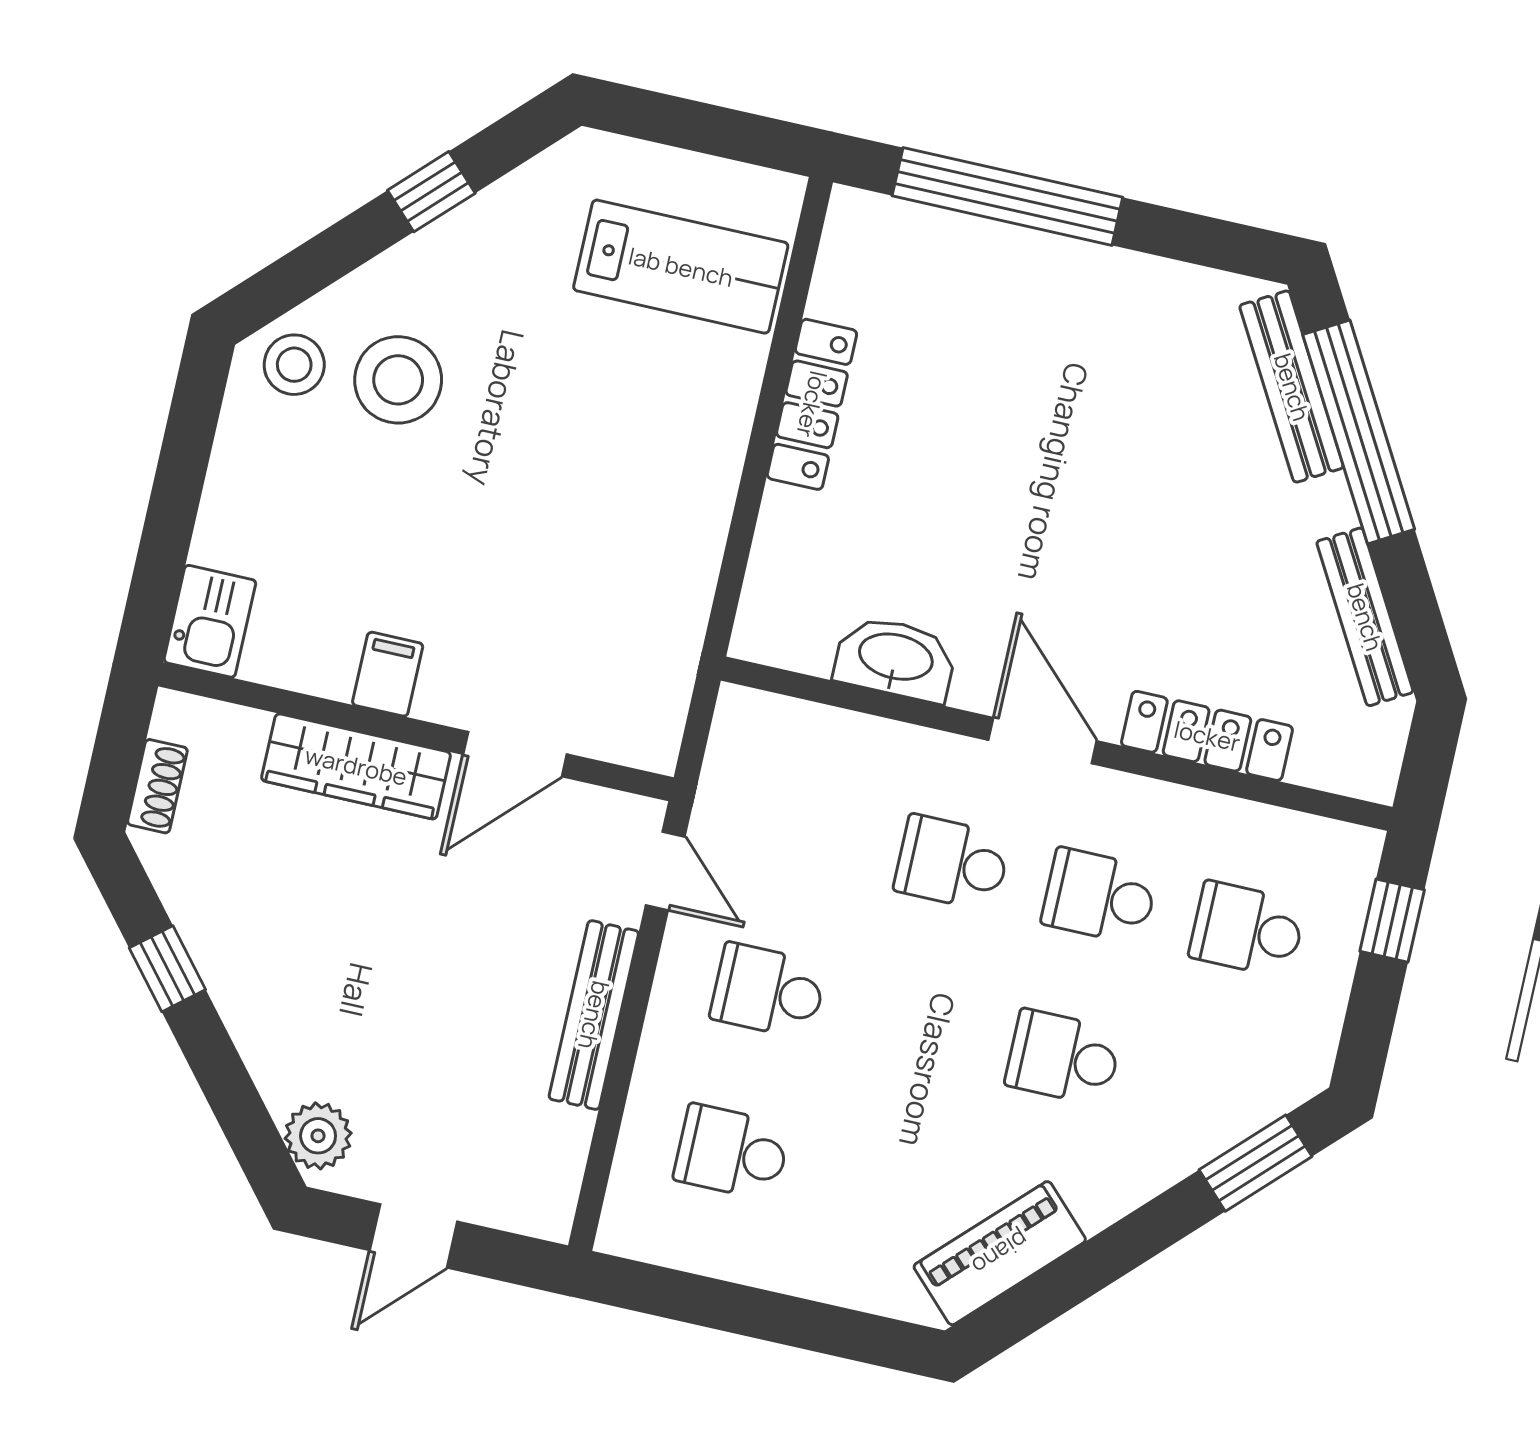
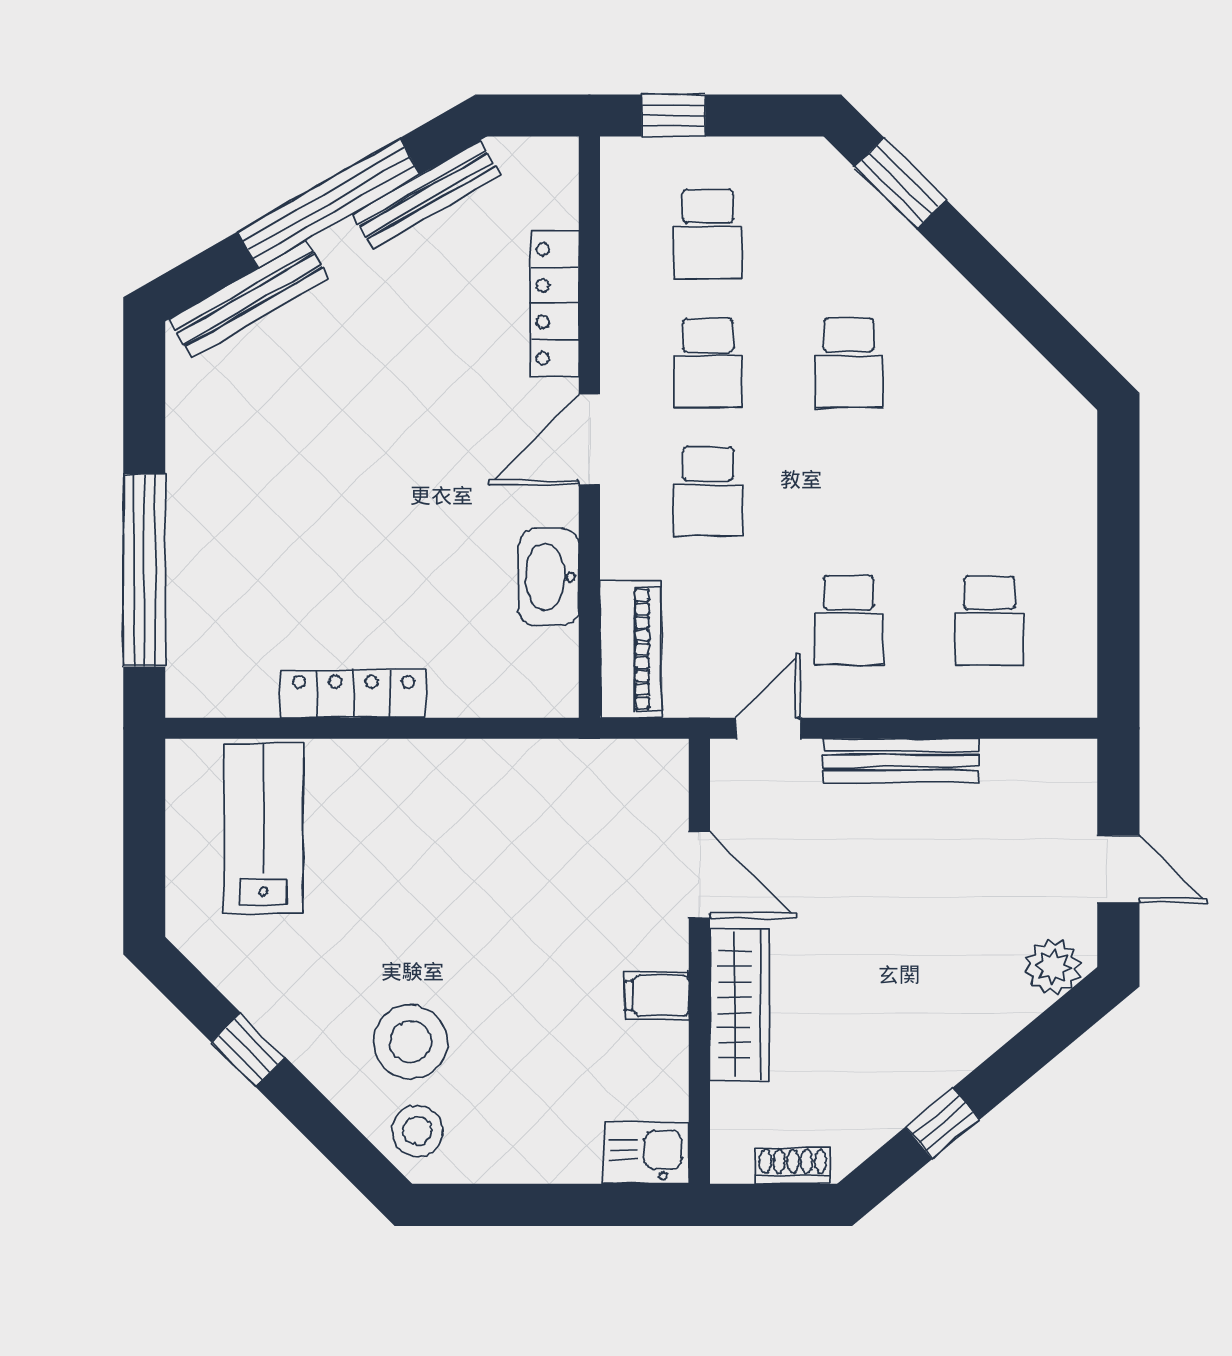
window: (1359, 432) -> (329, 203), moved
piano: (1000, 1253) -> (631, 649), moved, turned -135

